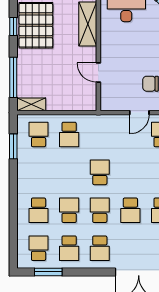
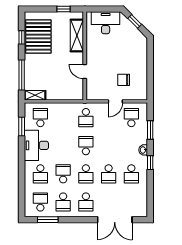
school desk: (69, 134) -> (86, 118), moved
desk: (33, 172) -> (36, 145), added
school desk: (100, 210) -> (86, 174), turned 180

